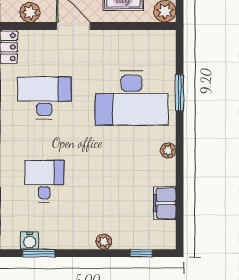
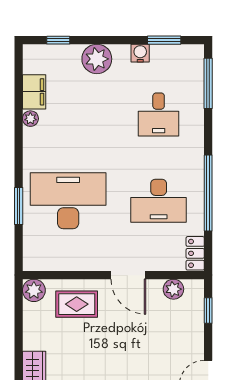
plant: (168, 150) -> (30, 119), moved
water cooler: (30, 241) -> (140, 53), moved
plant: (104, 242) -> (97, 59), width x1.88, depth x1.88

